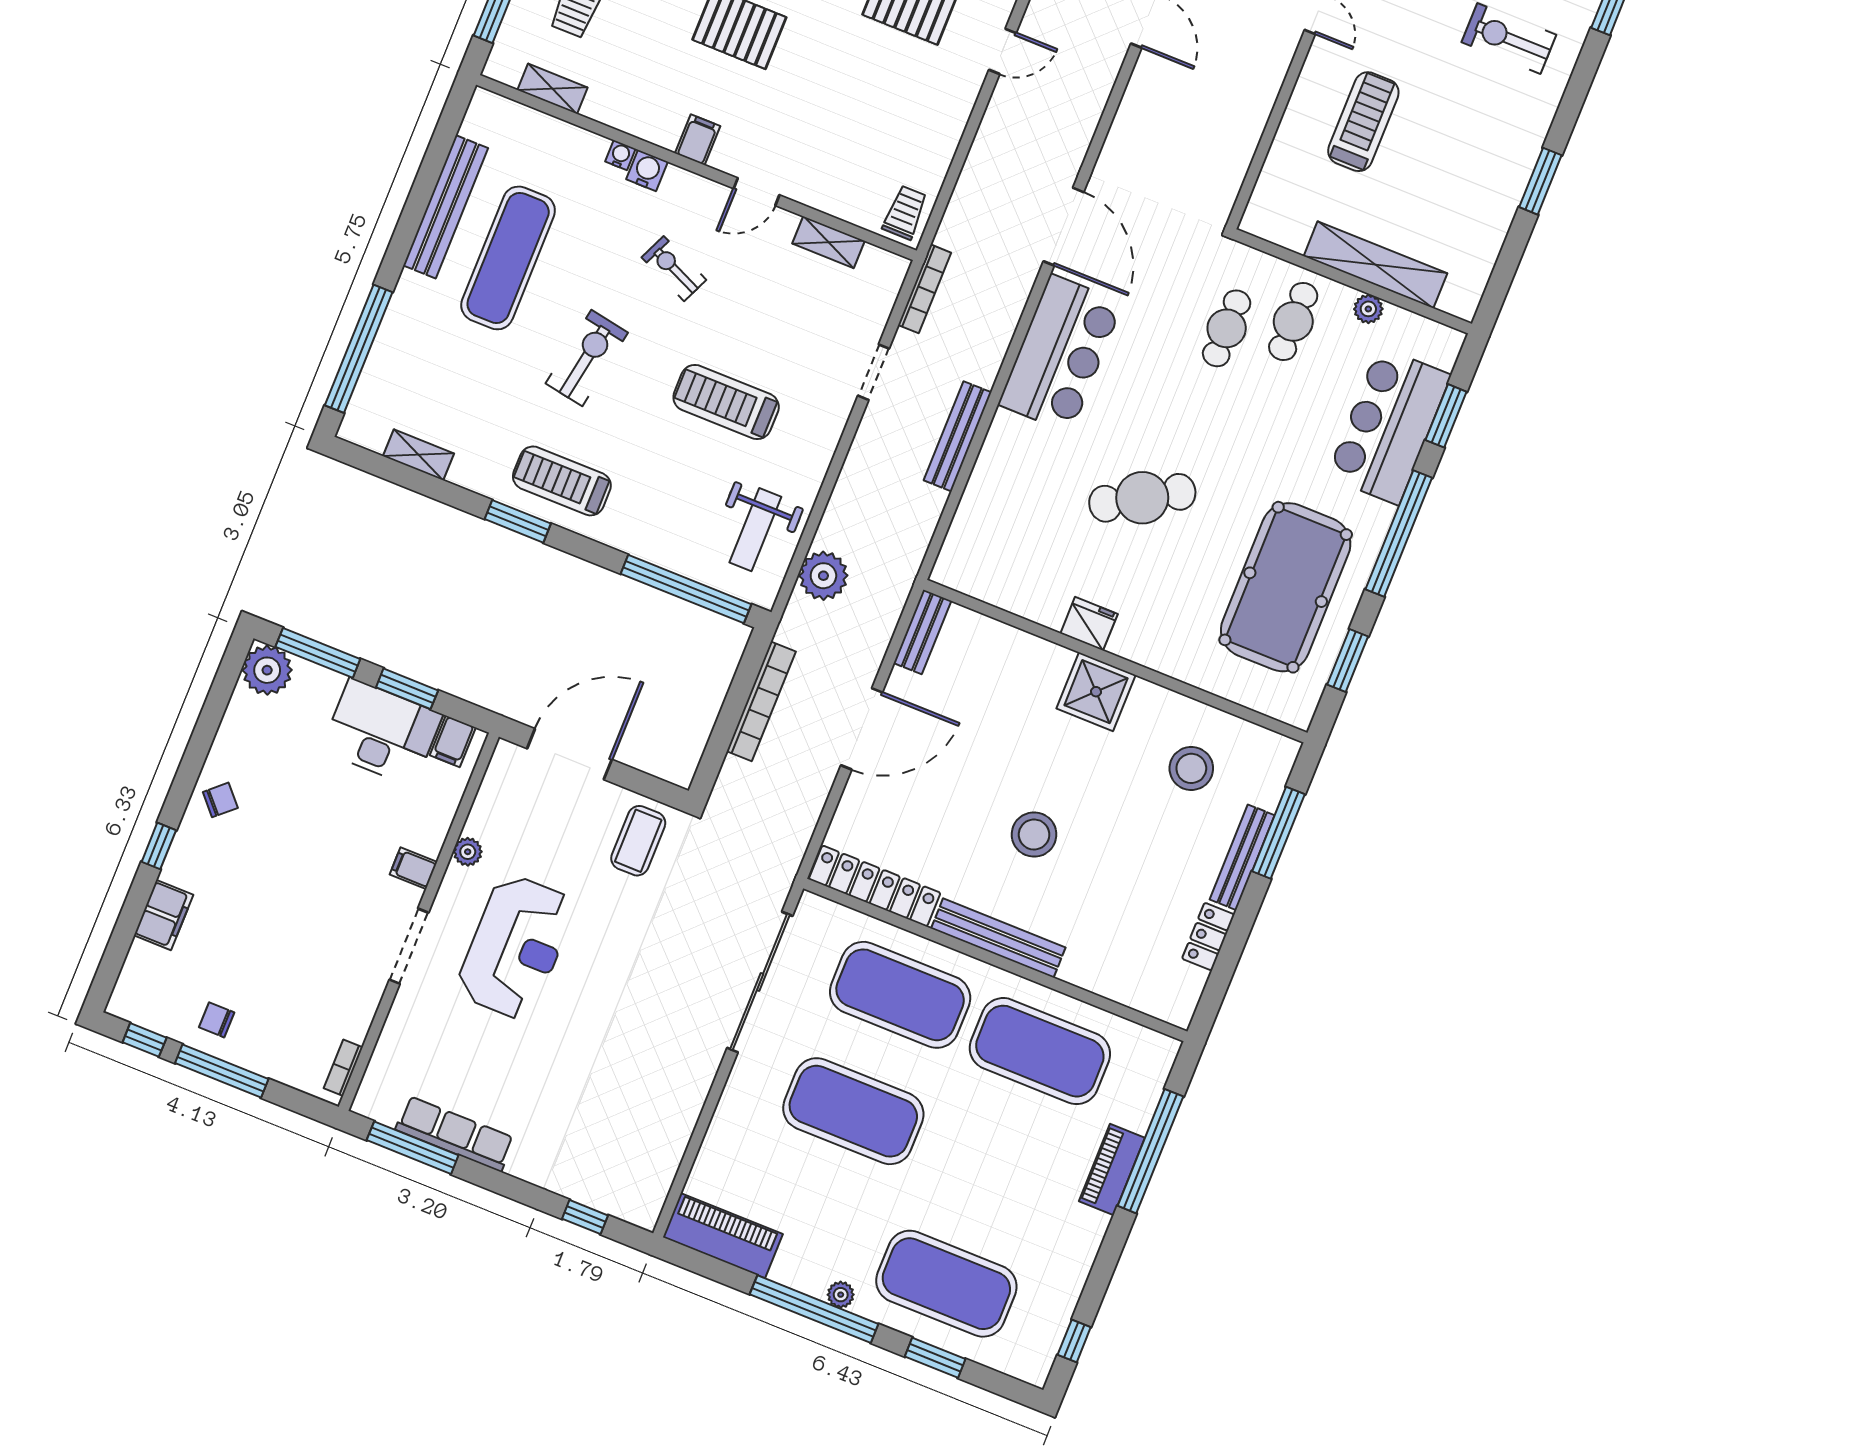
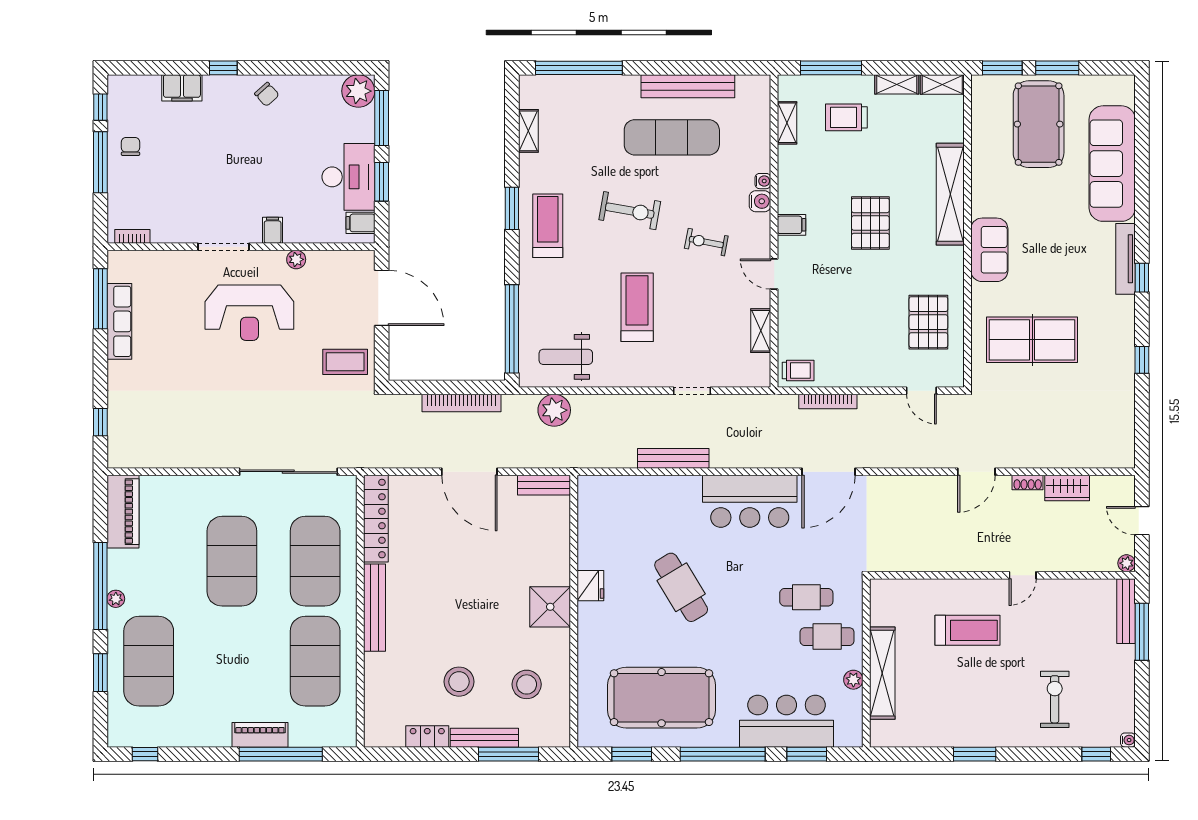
exercise bike: (674, 269) -> (706, 242), turned -103
bookcase: (925, 289) -> (828, 401), moved
stool: (1034, 835) -> (459, 682), moved

